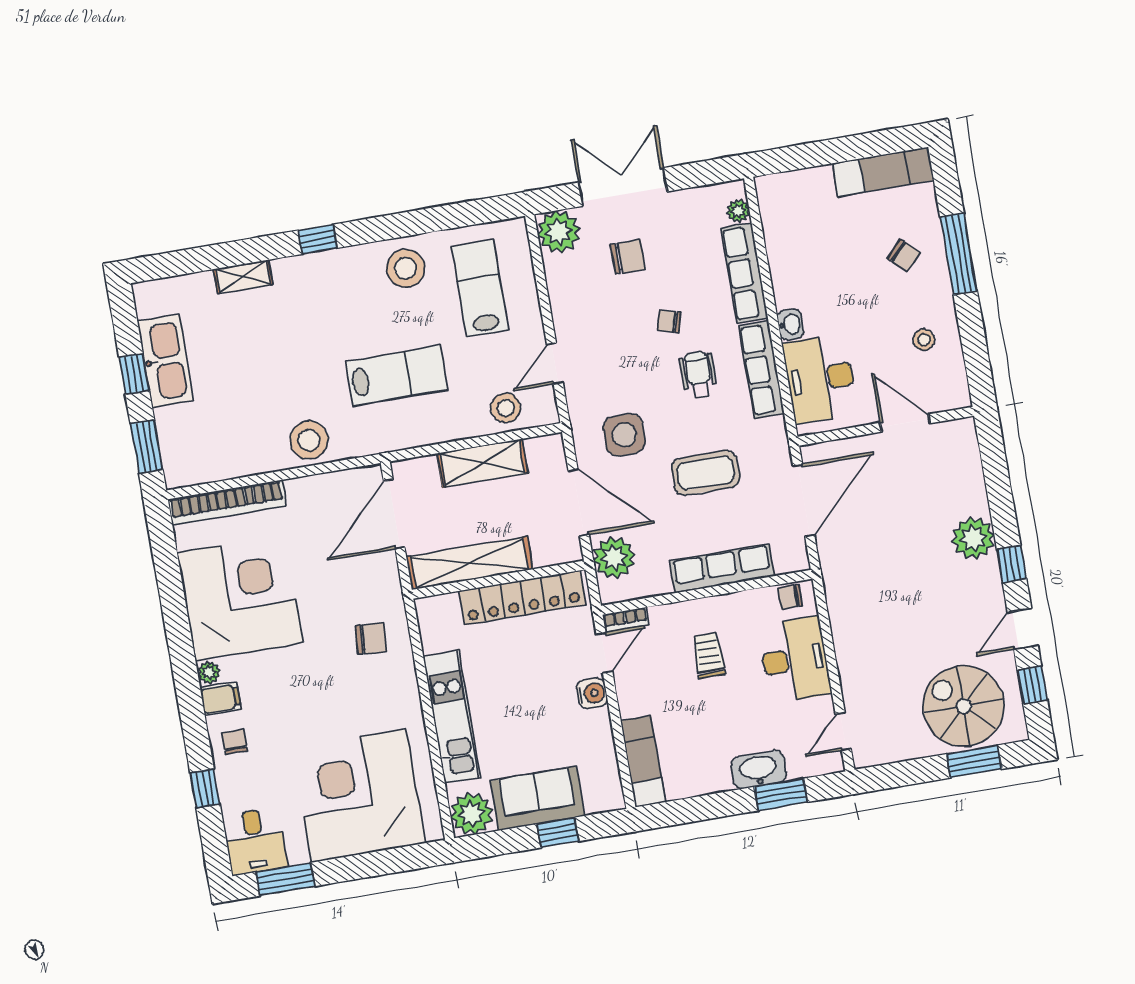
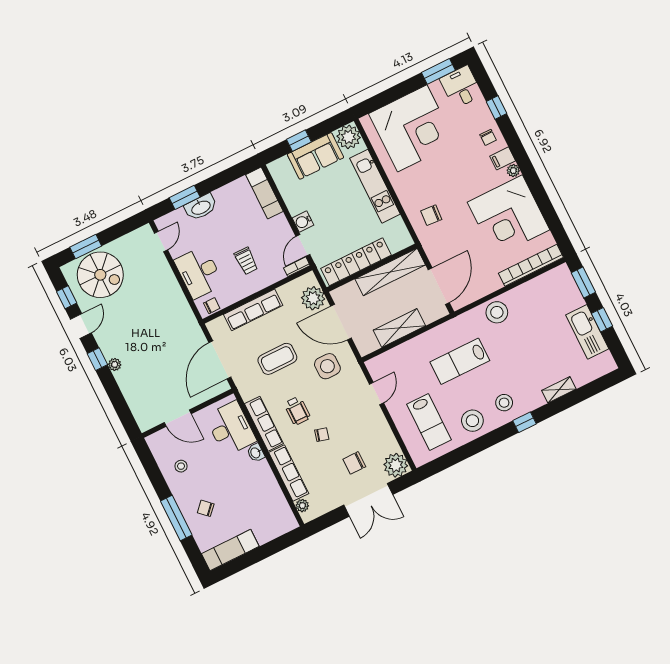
stool: (506, 408) -> (504, 403), moved
plant: (973, 538) -> (115, 364), width x0.53, depth x0.53

